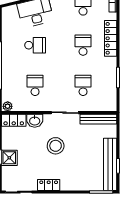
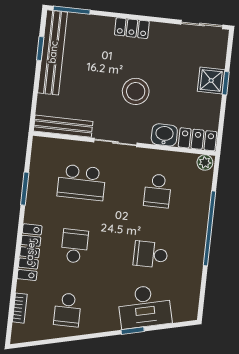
school desk: (83, 45) -> (74, 246), turned 180
school desk: (83, 85) -> (82, 182), width x1.85
locker: (49, 185) -> (132, 28), moved

